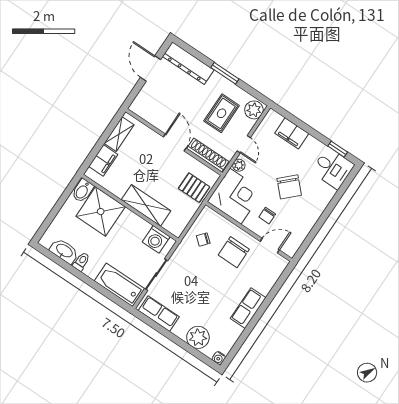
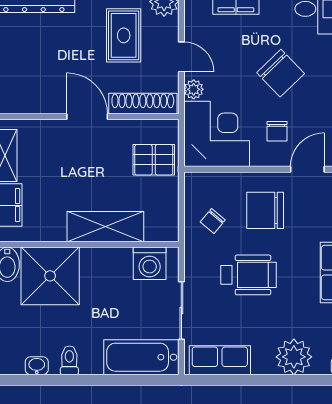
washbasin: (64, 251) -> (37, 366), width x0.52, depth x0.69
chair: (234, 252) -> (265, 210), turned 90
wheelchair: (203, 280) -> (249, 275), added

